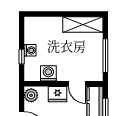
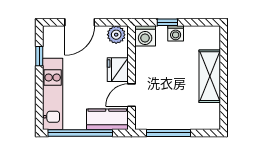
shelving: (83, 25) -> (210, 76), moved
washing machine: (48, 73) -> (145, 36), moved, turned 90

